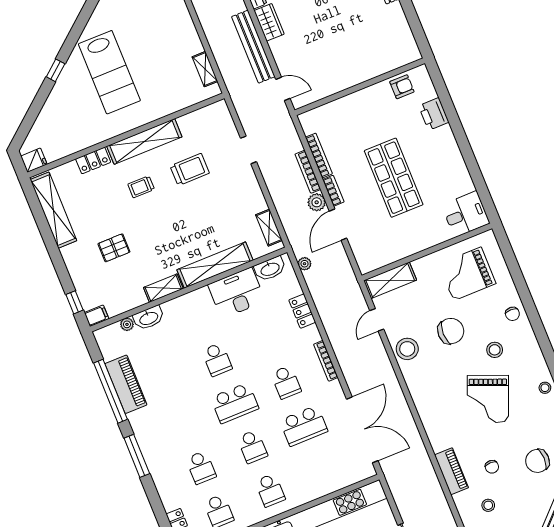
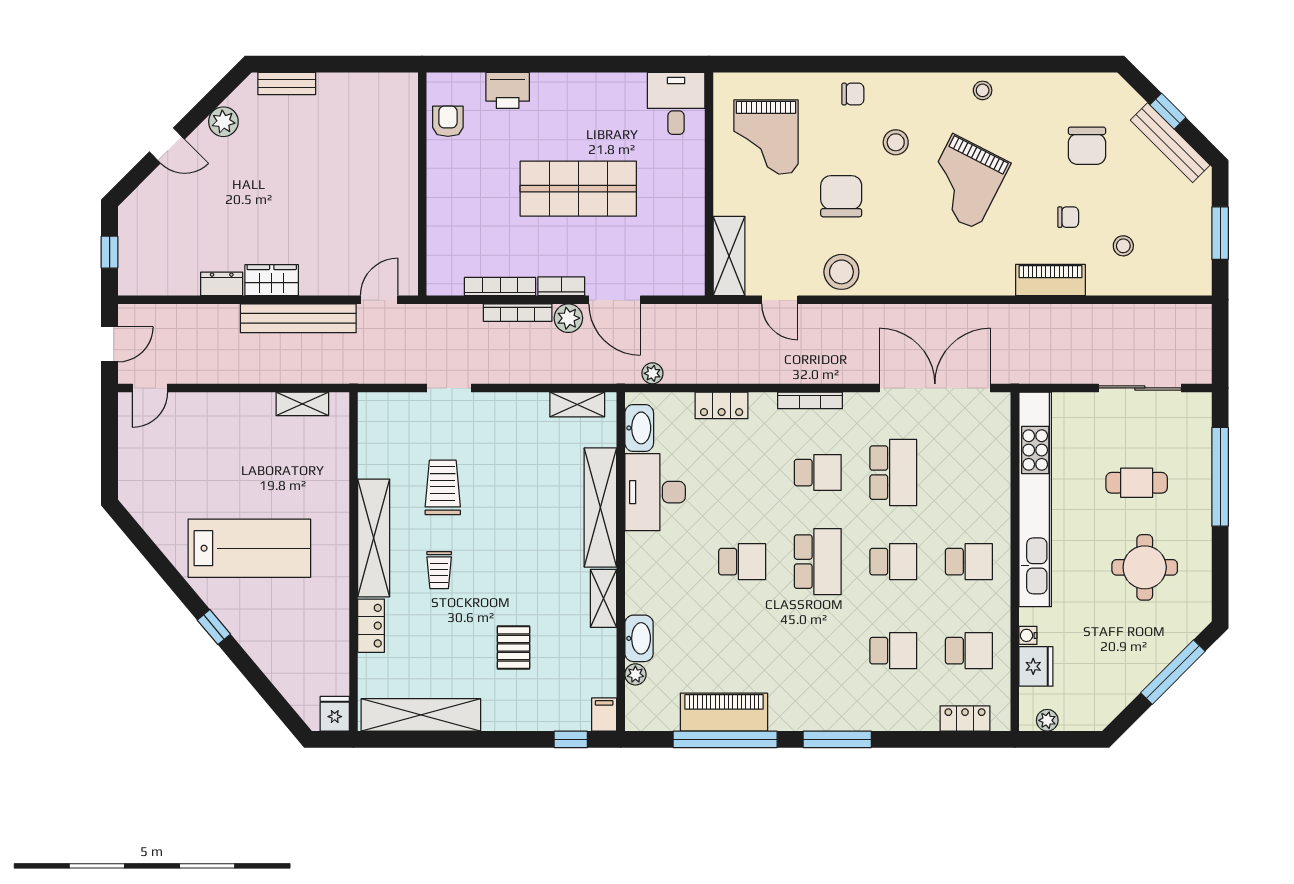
grand piano: (488, 399) -> (965, 182), turned 95

